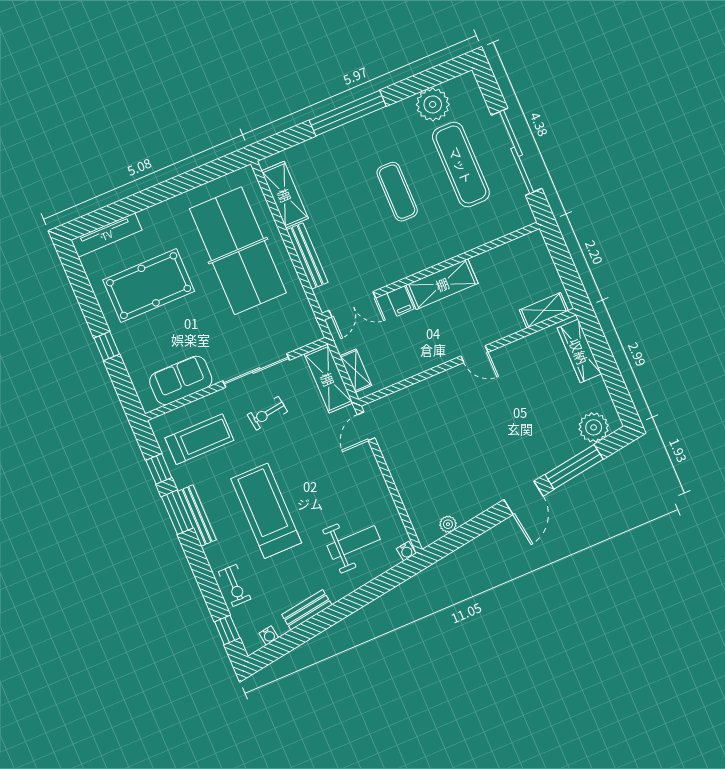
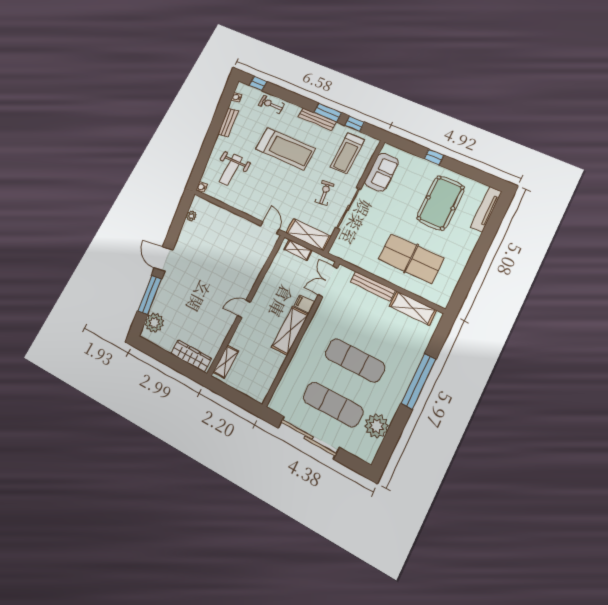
exercise mat: (397, 192) -> (355, 360), width x1.36, depth x1.45
table tennis table: (238, 251) -> (411, 259), width x0.73, depth x0.76

